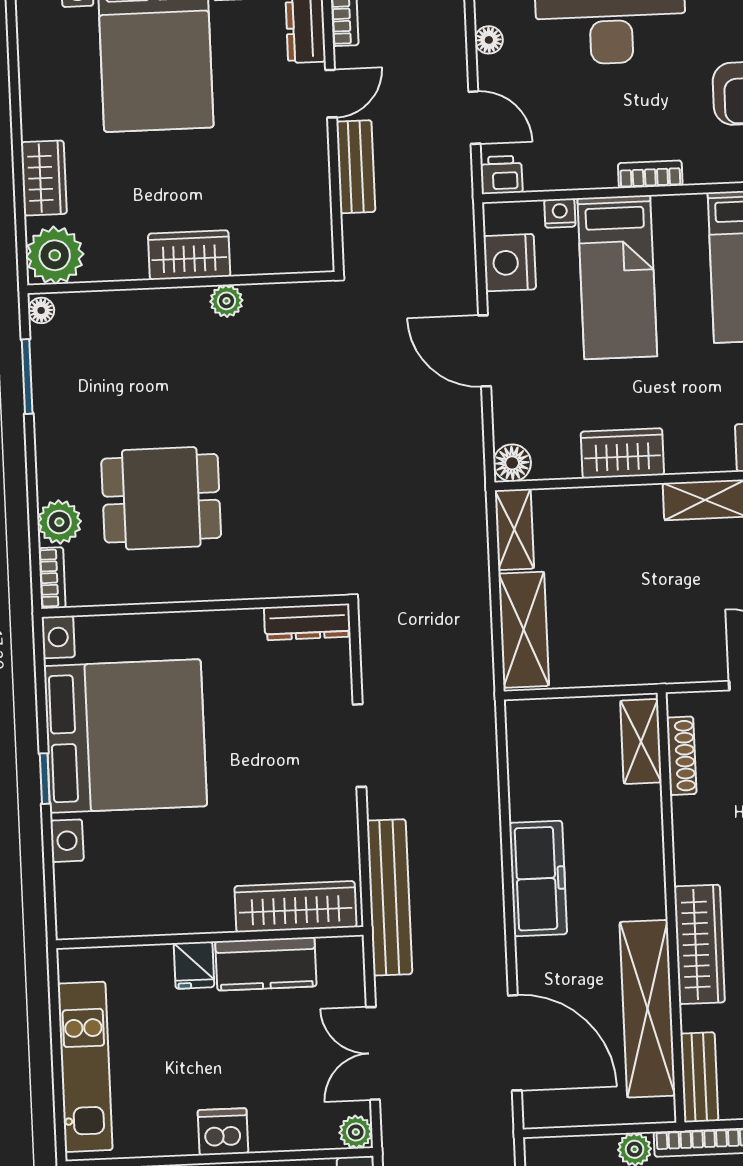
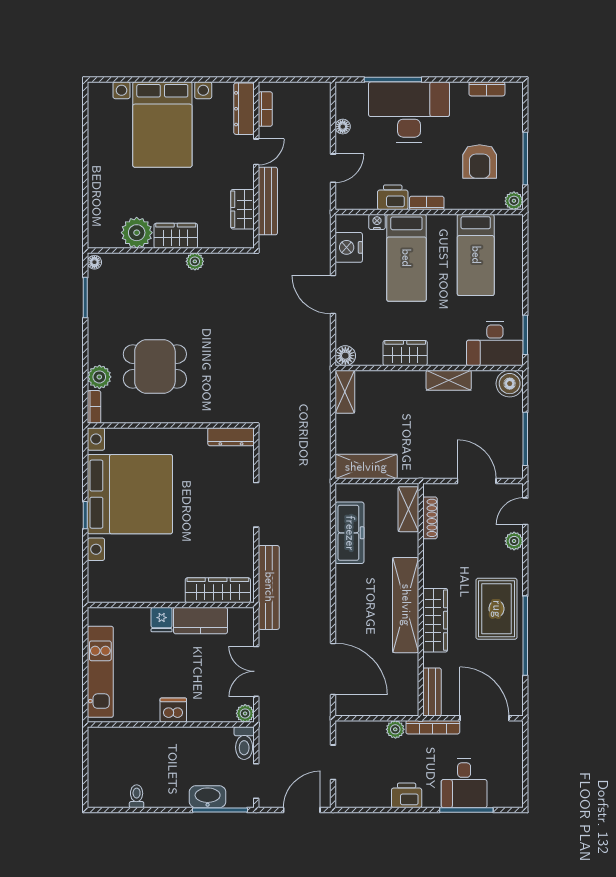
door: (474, 118) -> (333, 168), hinge flipped
bench: (356, 167) -> (268, 201), width x1.36
printer: (501, 175) -> (393, 197), moved, width x1.36, depth x1.24
wardrobe: (44, 178) -> (243, 209), moved, turned 180
plant: (55, 255) -> (137, 233), moved
shelving: (524, 630) -> (366, 467), moved, turned 90
freezer: (538, 879) -> (350, 533), moved
shelving: (647, 1009) -> (406, 605), moved

